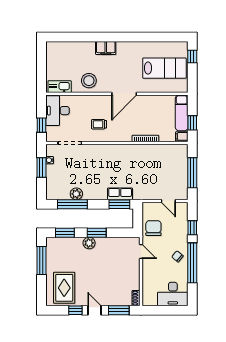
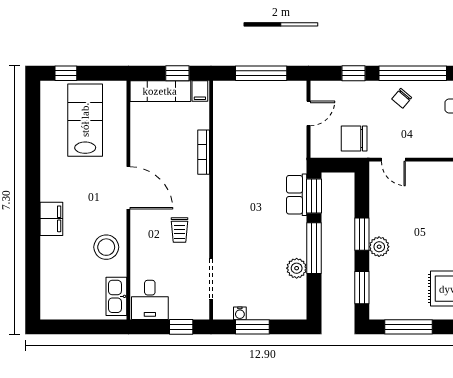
desk: (58, 111) -> (150, 300), width x0.73
window: (72, 204) -> (314, 248), moved
door: (141, 251) -> (393, 160), swing flipped

